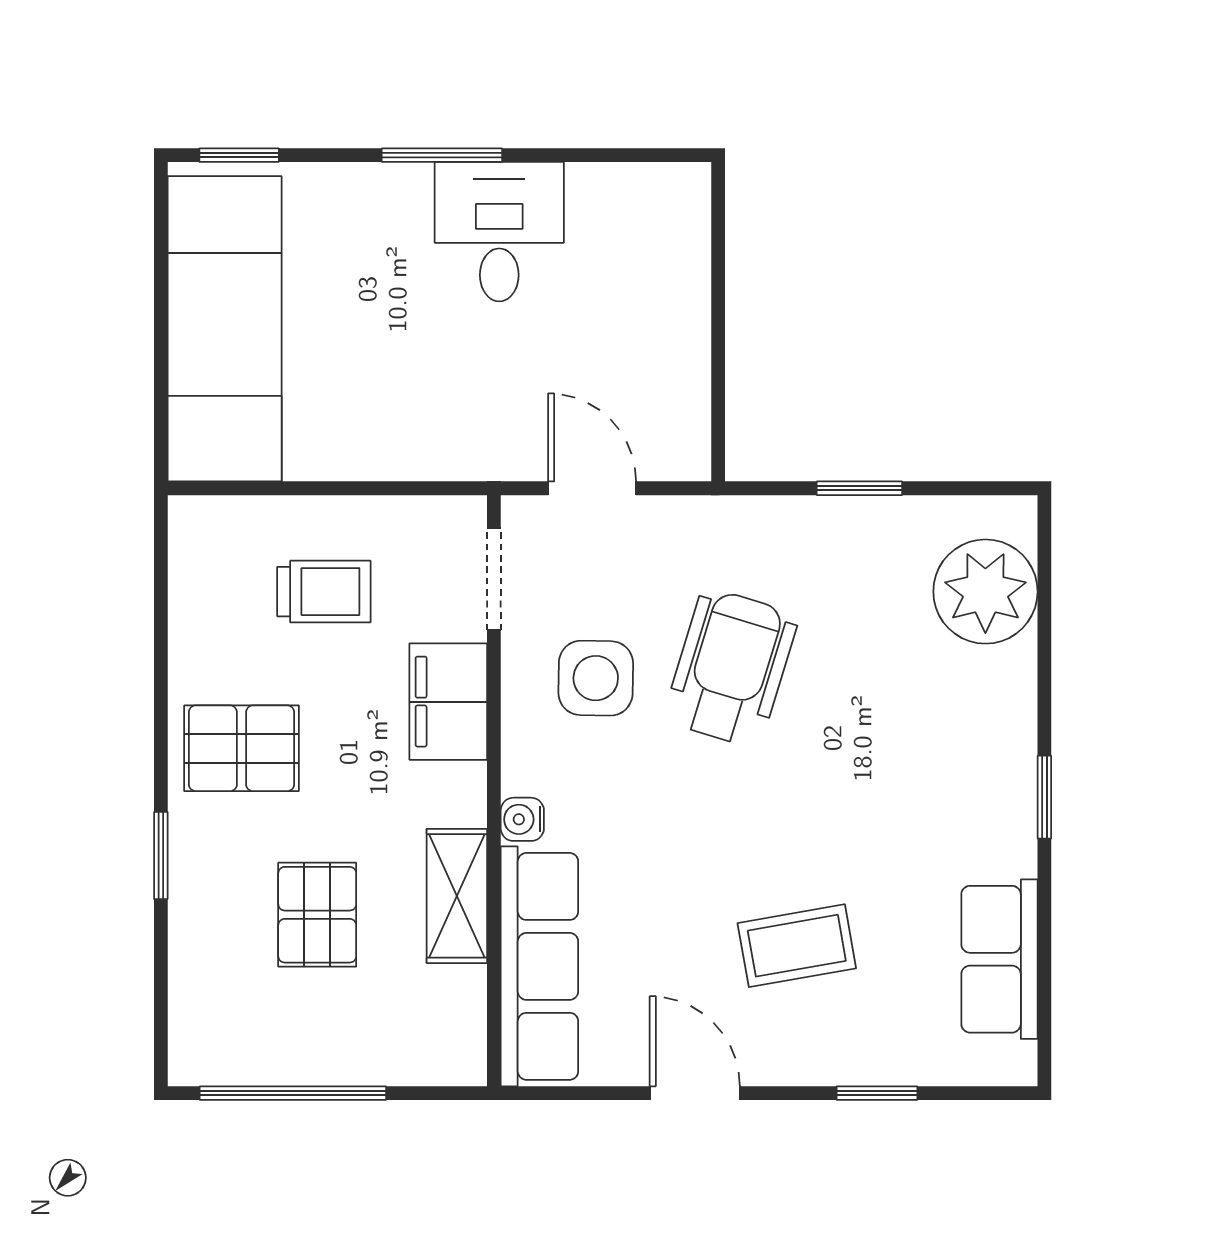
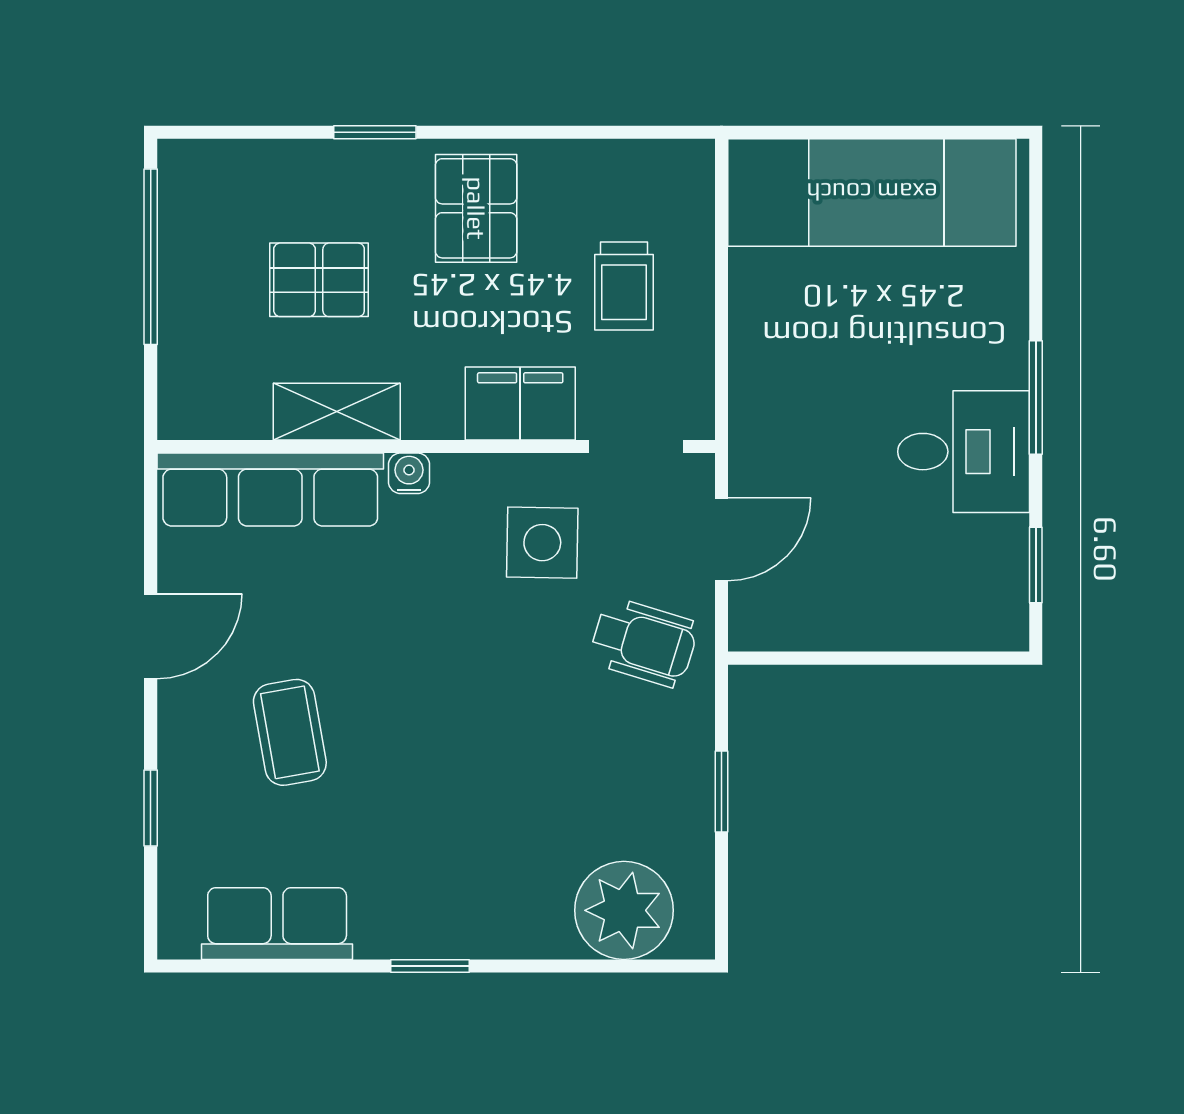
window: (239, 155) -> (1036, 565), moved
wheelchair: (731, 668) -> (644, 642), moved, width x0.73, depth x0.73

